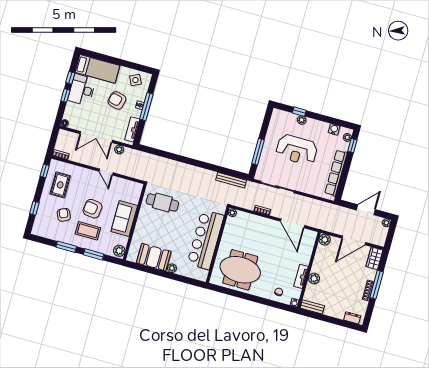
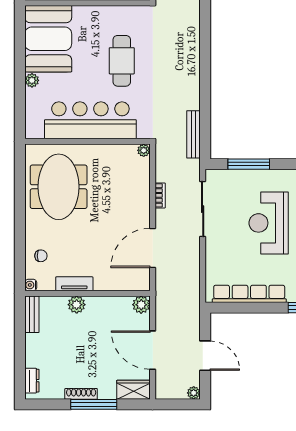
cafe table: (162, 202) -> (122, 61), moved
booth: (154, 257) -> (48, 39), width x1.36, depth x1.42

